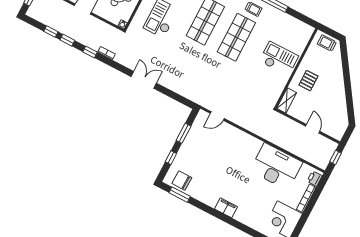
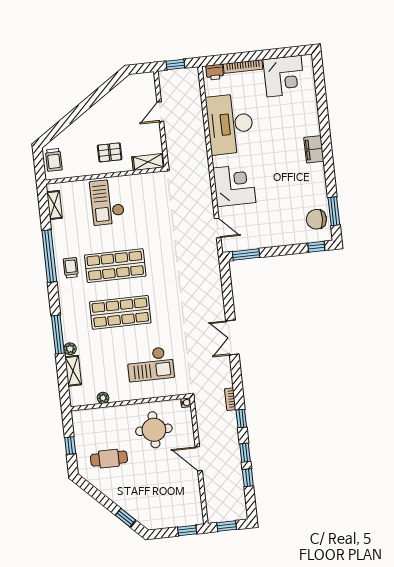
shelving: (299, 25) -> (54, 205), added
window: (184, 133) -> (246, 255), moved
corner desk: (237, 144) -> (234, 185), added
window: (171, 158) -> (316, 247), moved
chair: (182, 180) -> (316, 219), turned 92

